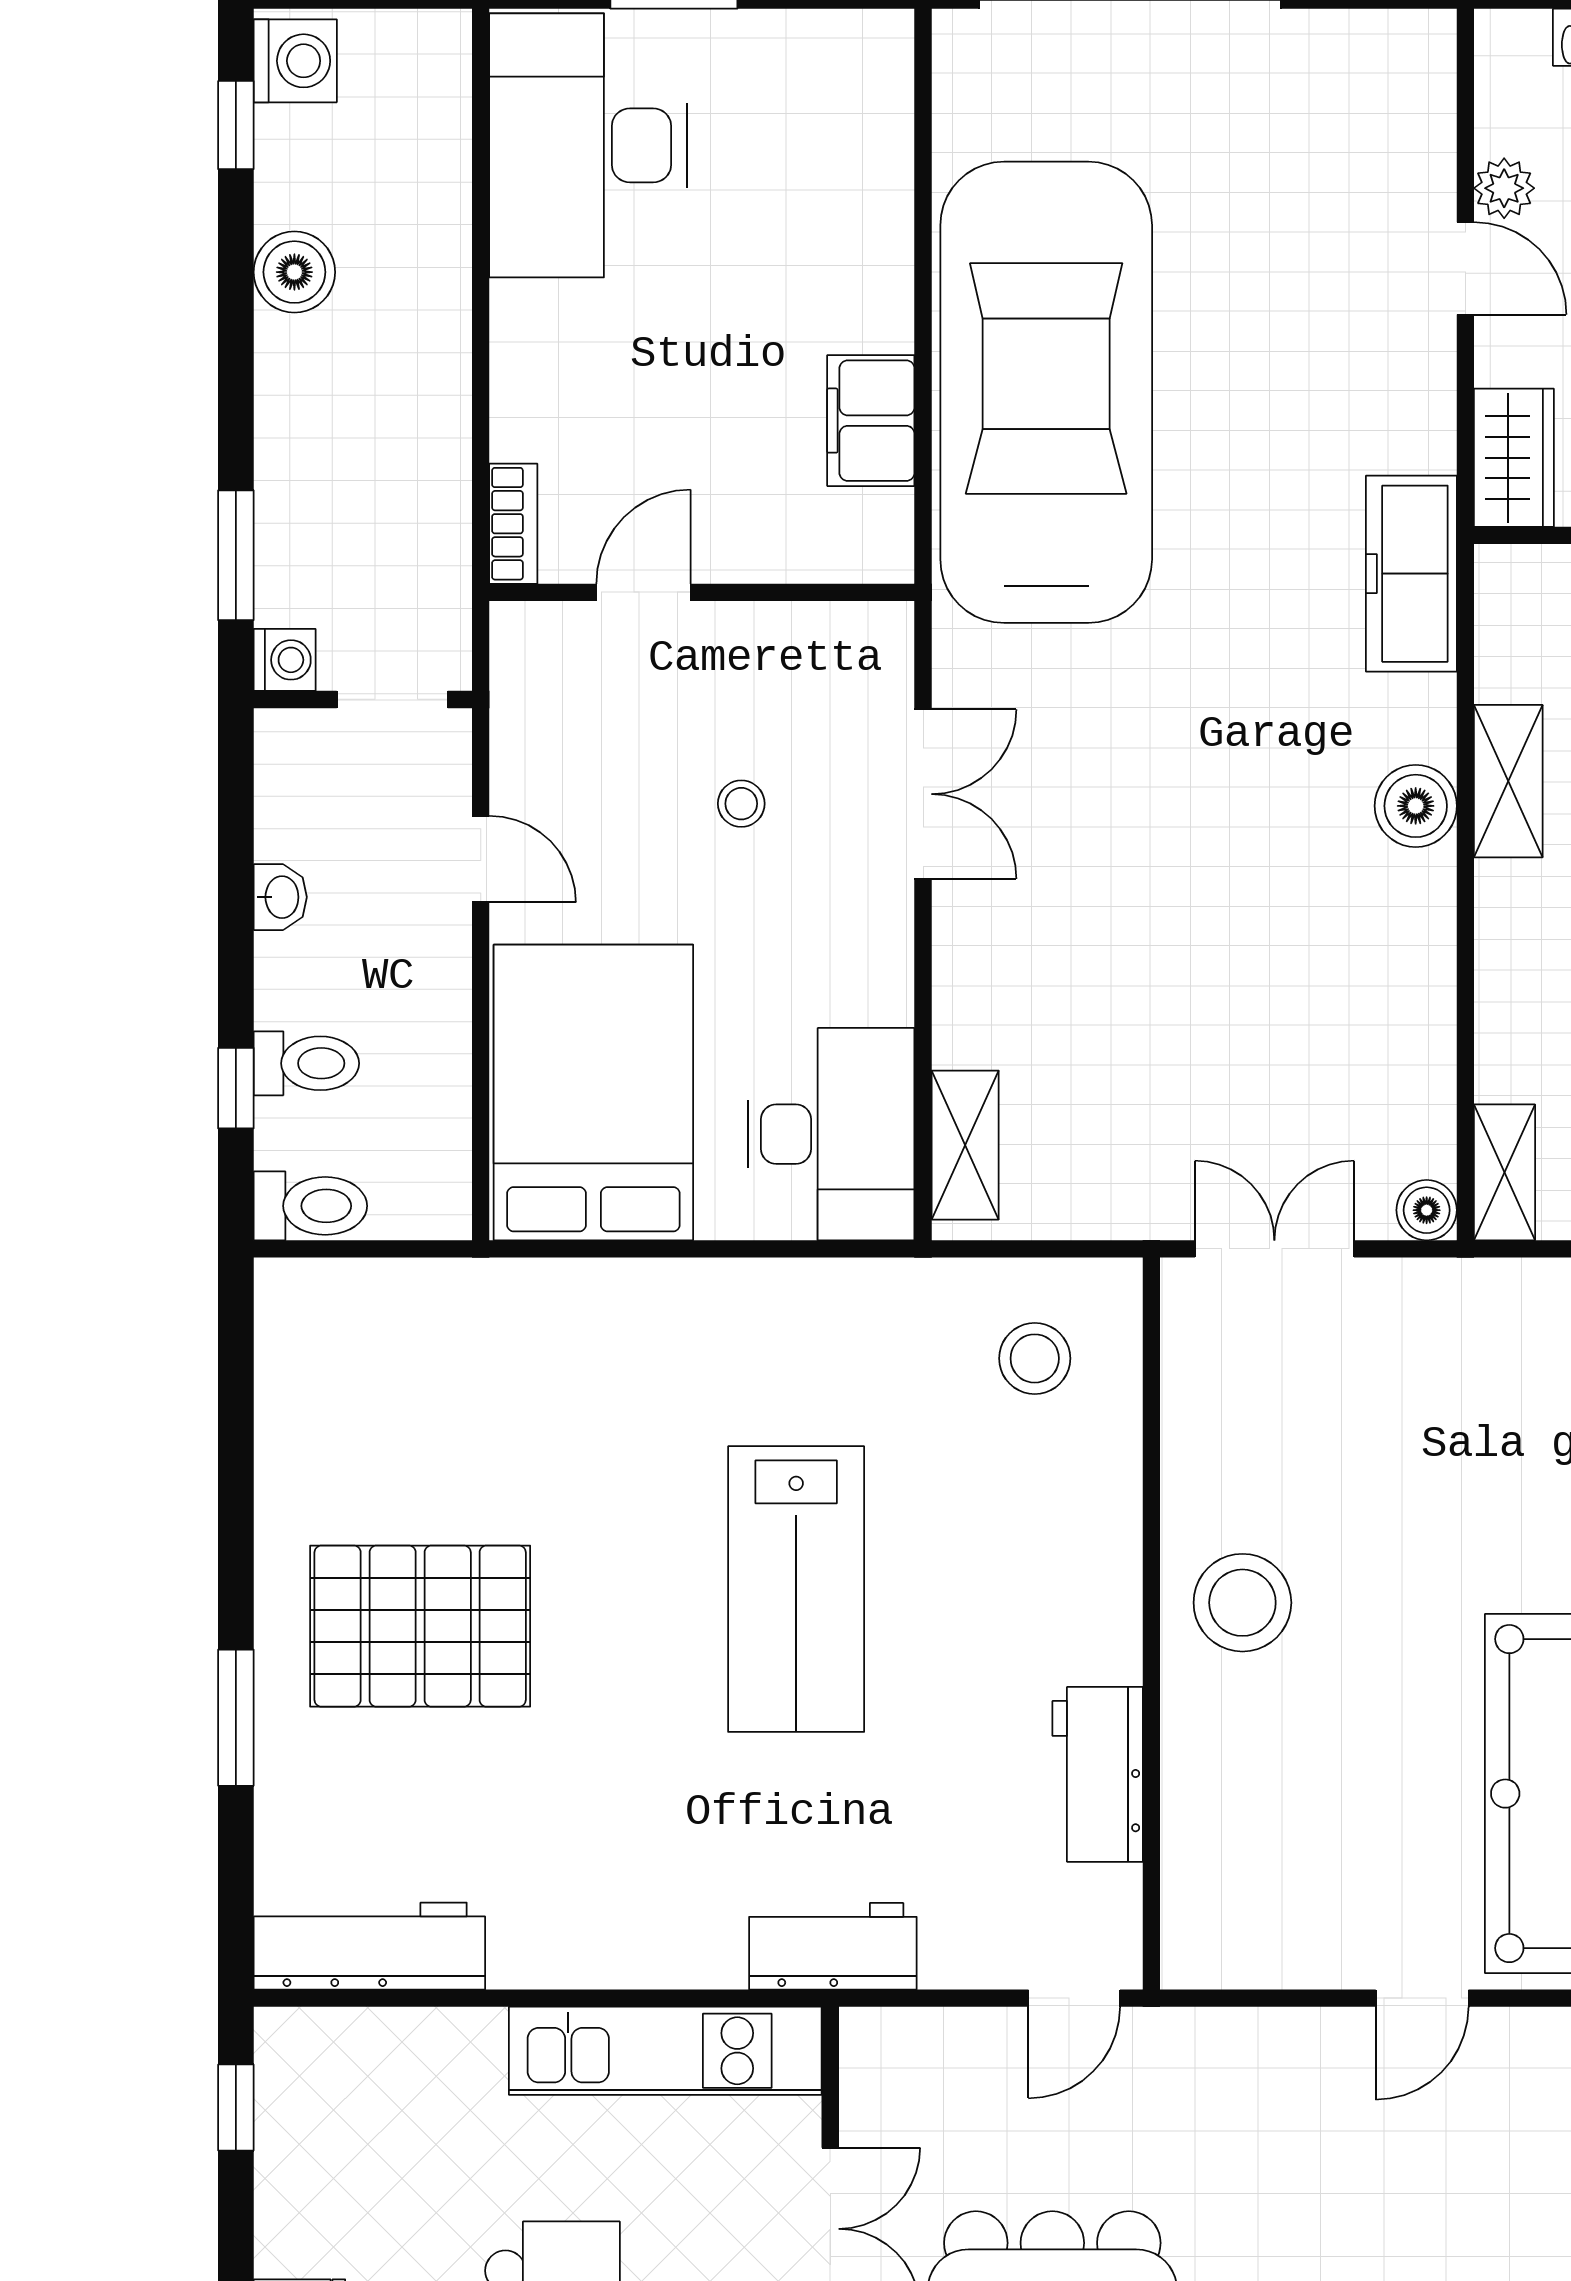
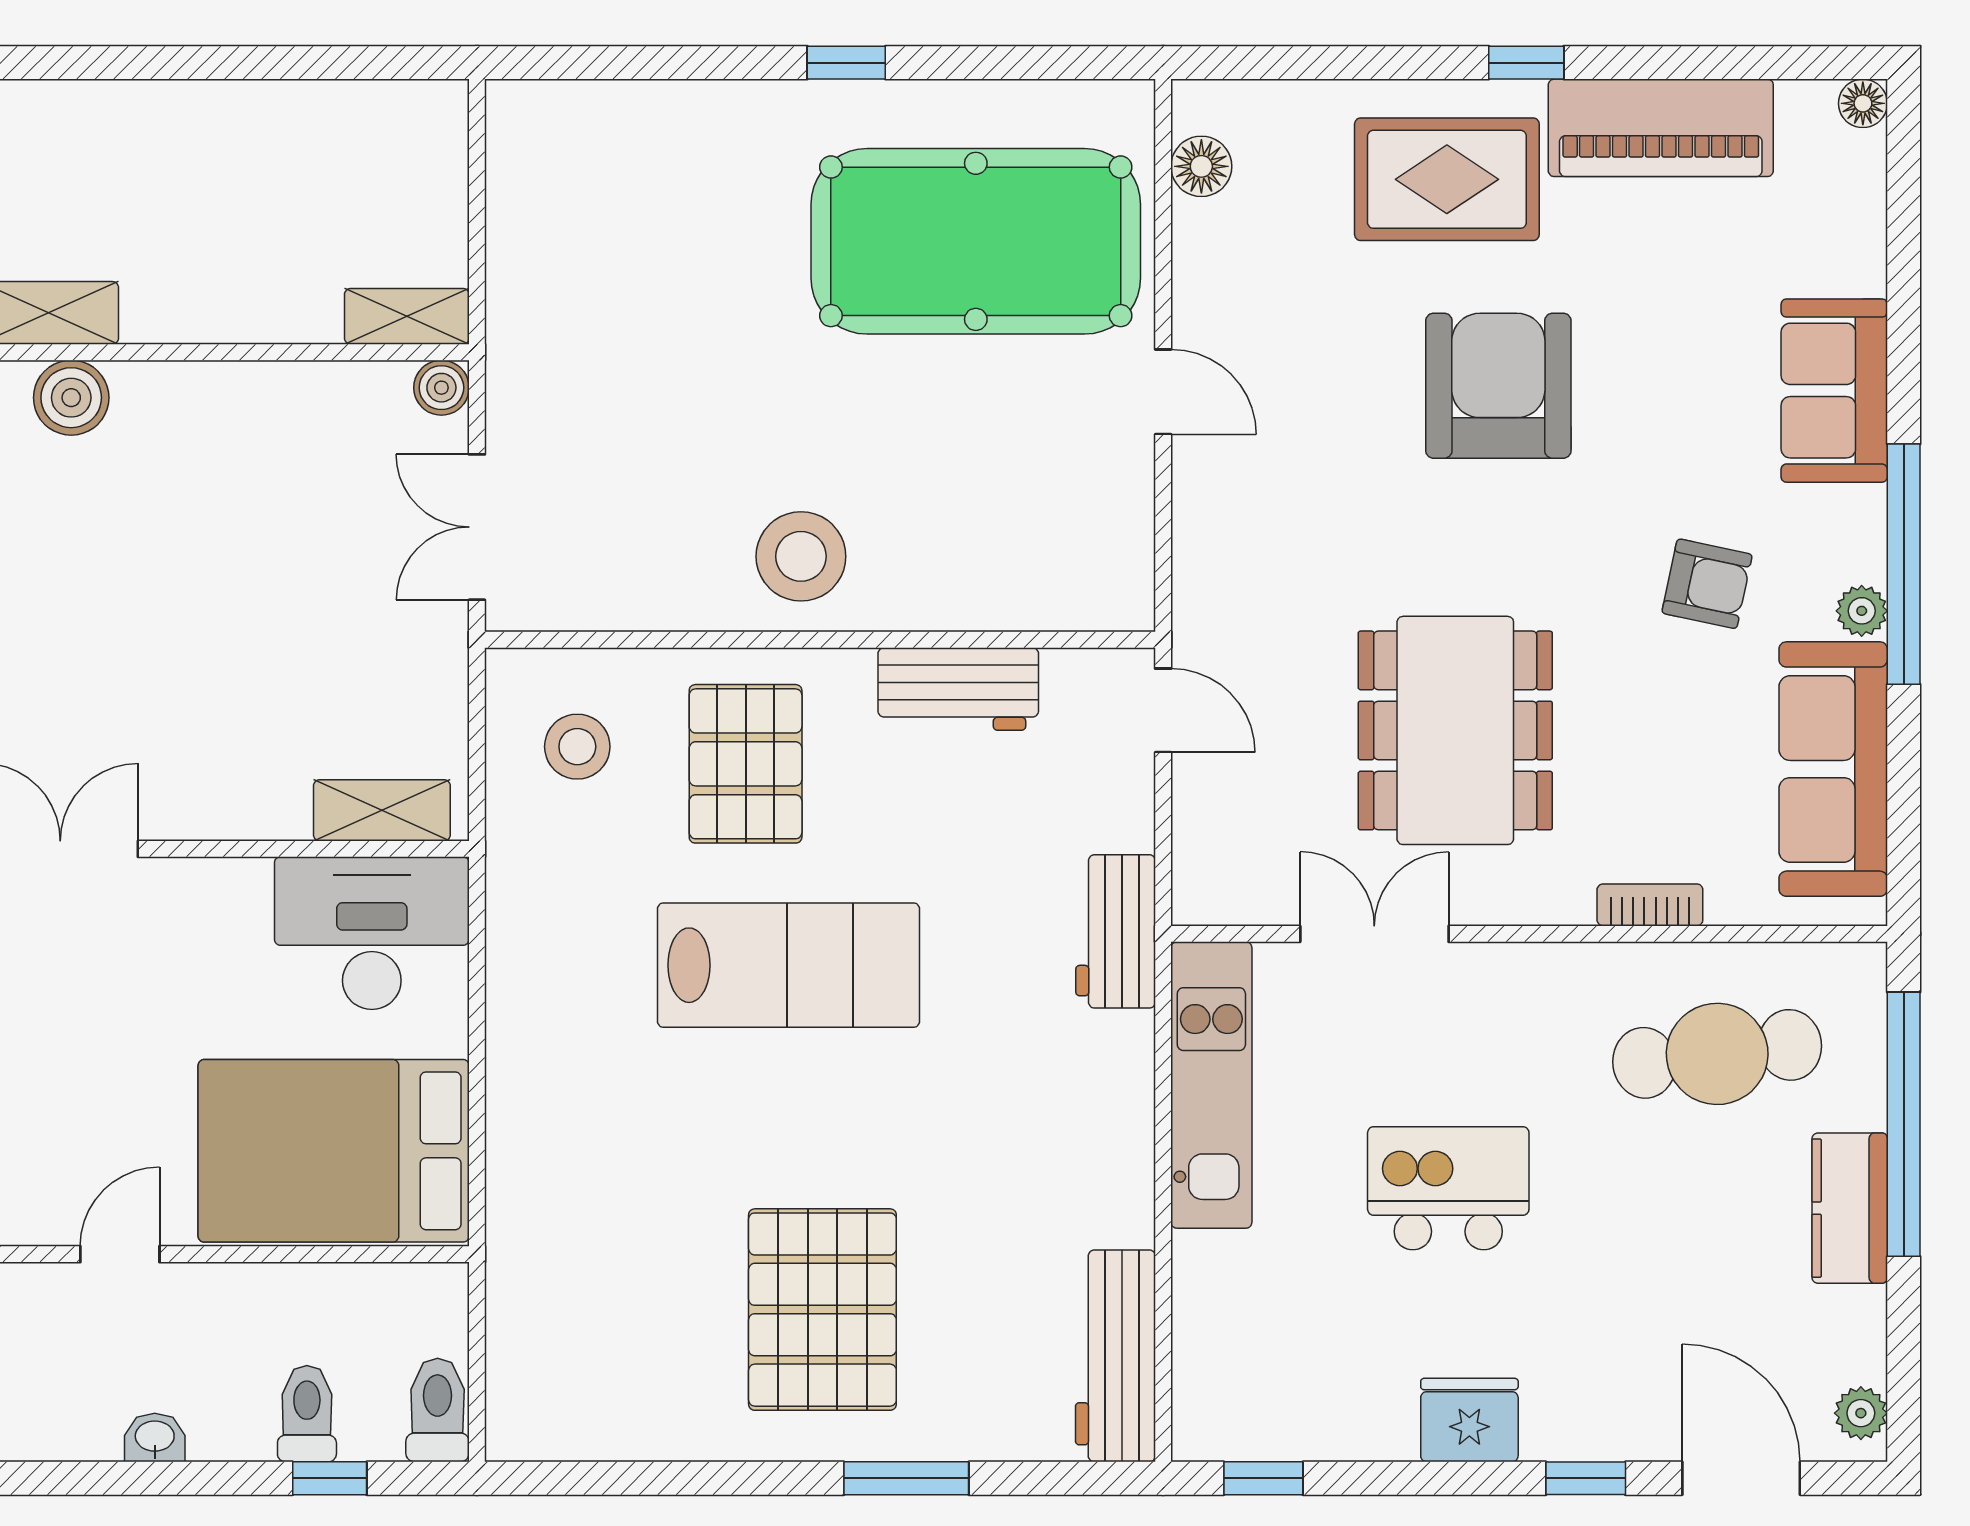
stool: (741, 804) -> (69, 1015), removed
pallet: (1016, 1542) -> (746, 764), added

